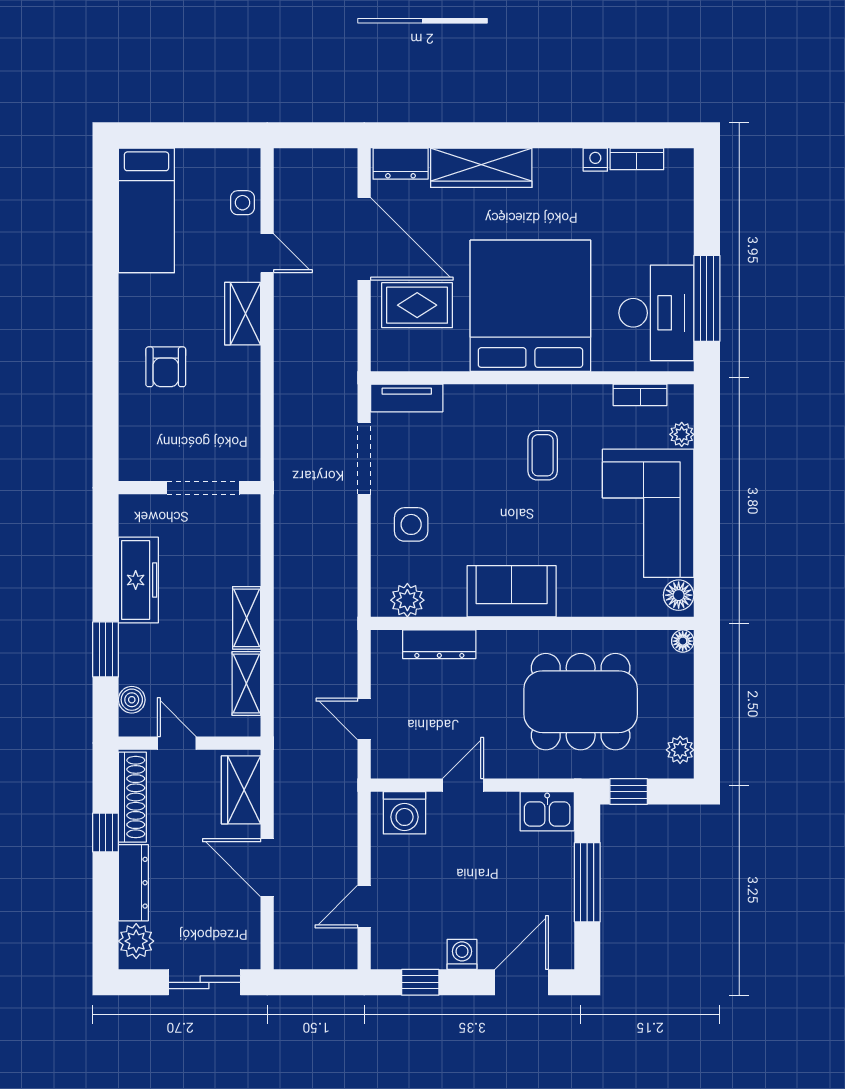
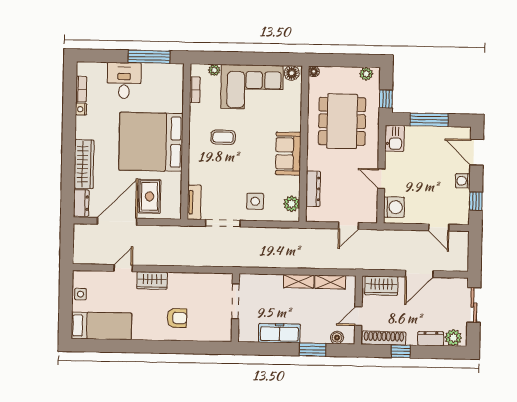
side table: (242, 203) -> (80, 294), moved
desk: (656, 313) -> (124, 81), moved, width x0.73
dresser: (133, 883) -> (431, 339), width x0.70

